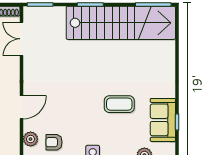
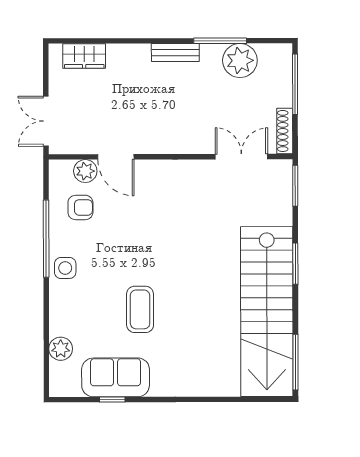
door: (21, 107) -> (116, 157), moved
armchair: (54, 142) -> (80, 207), turned 90

